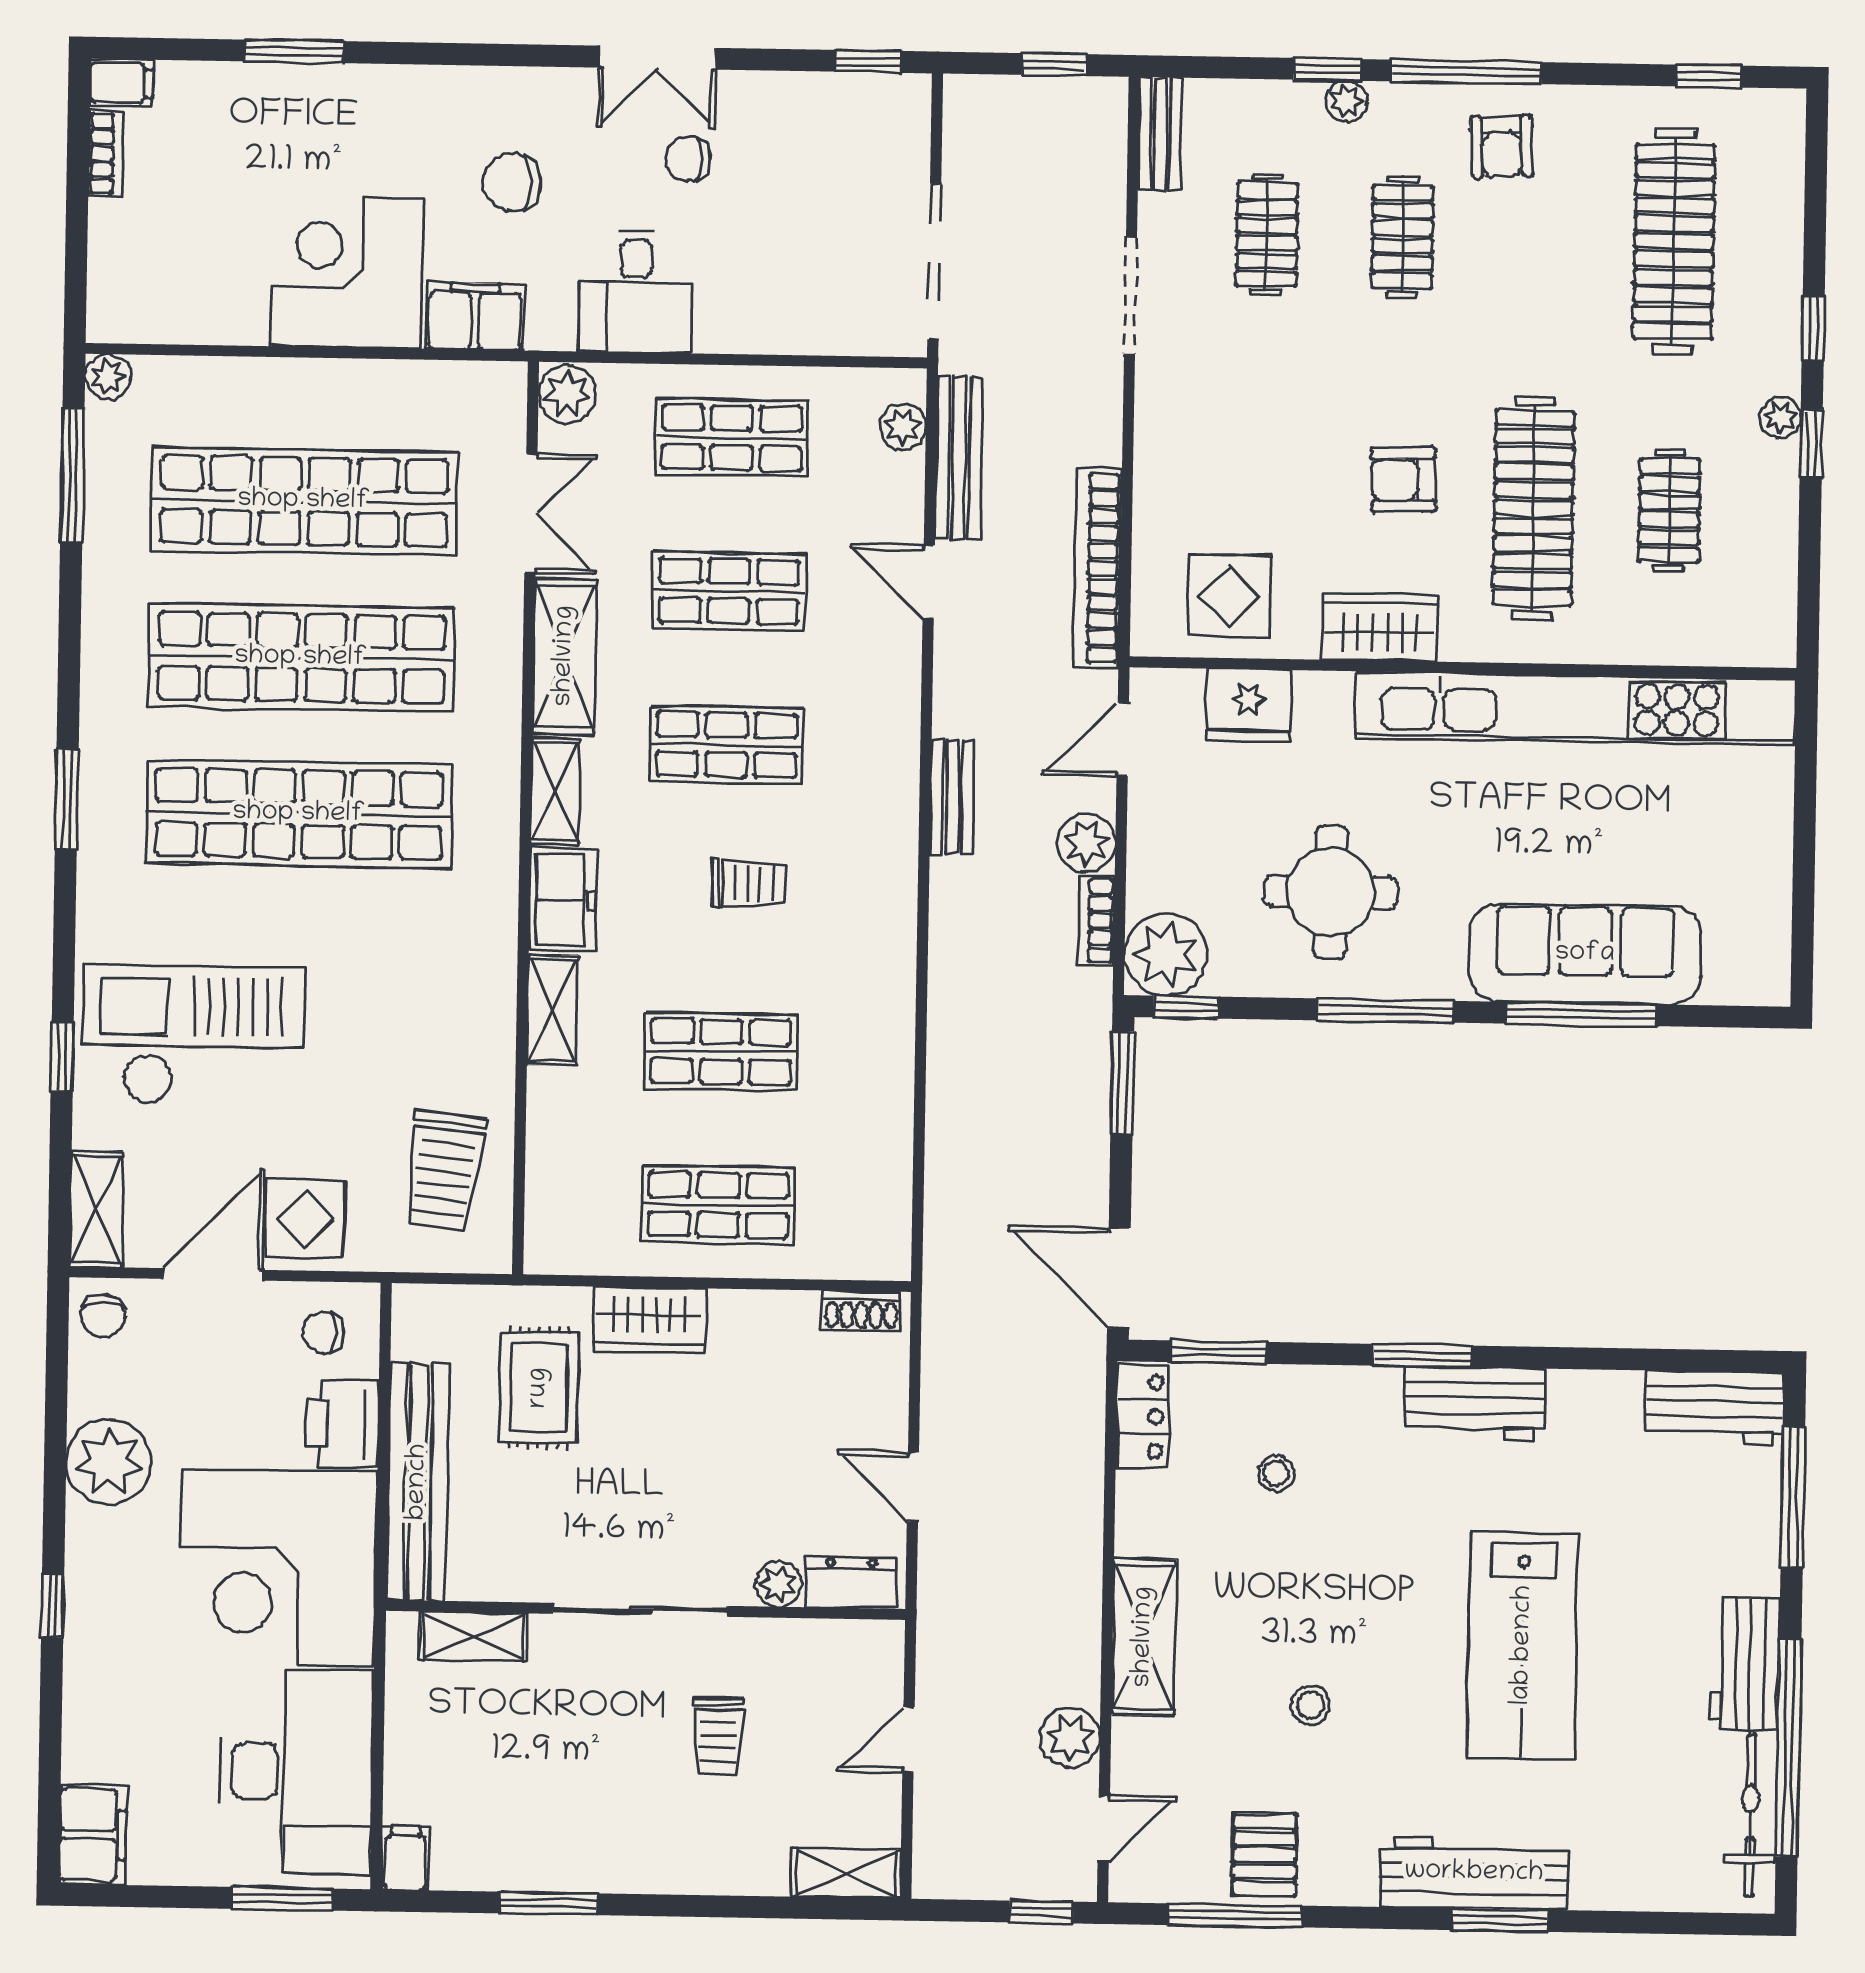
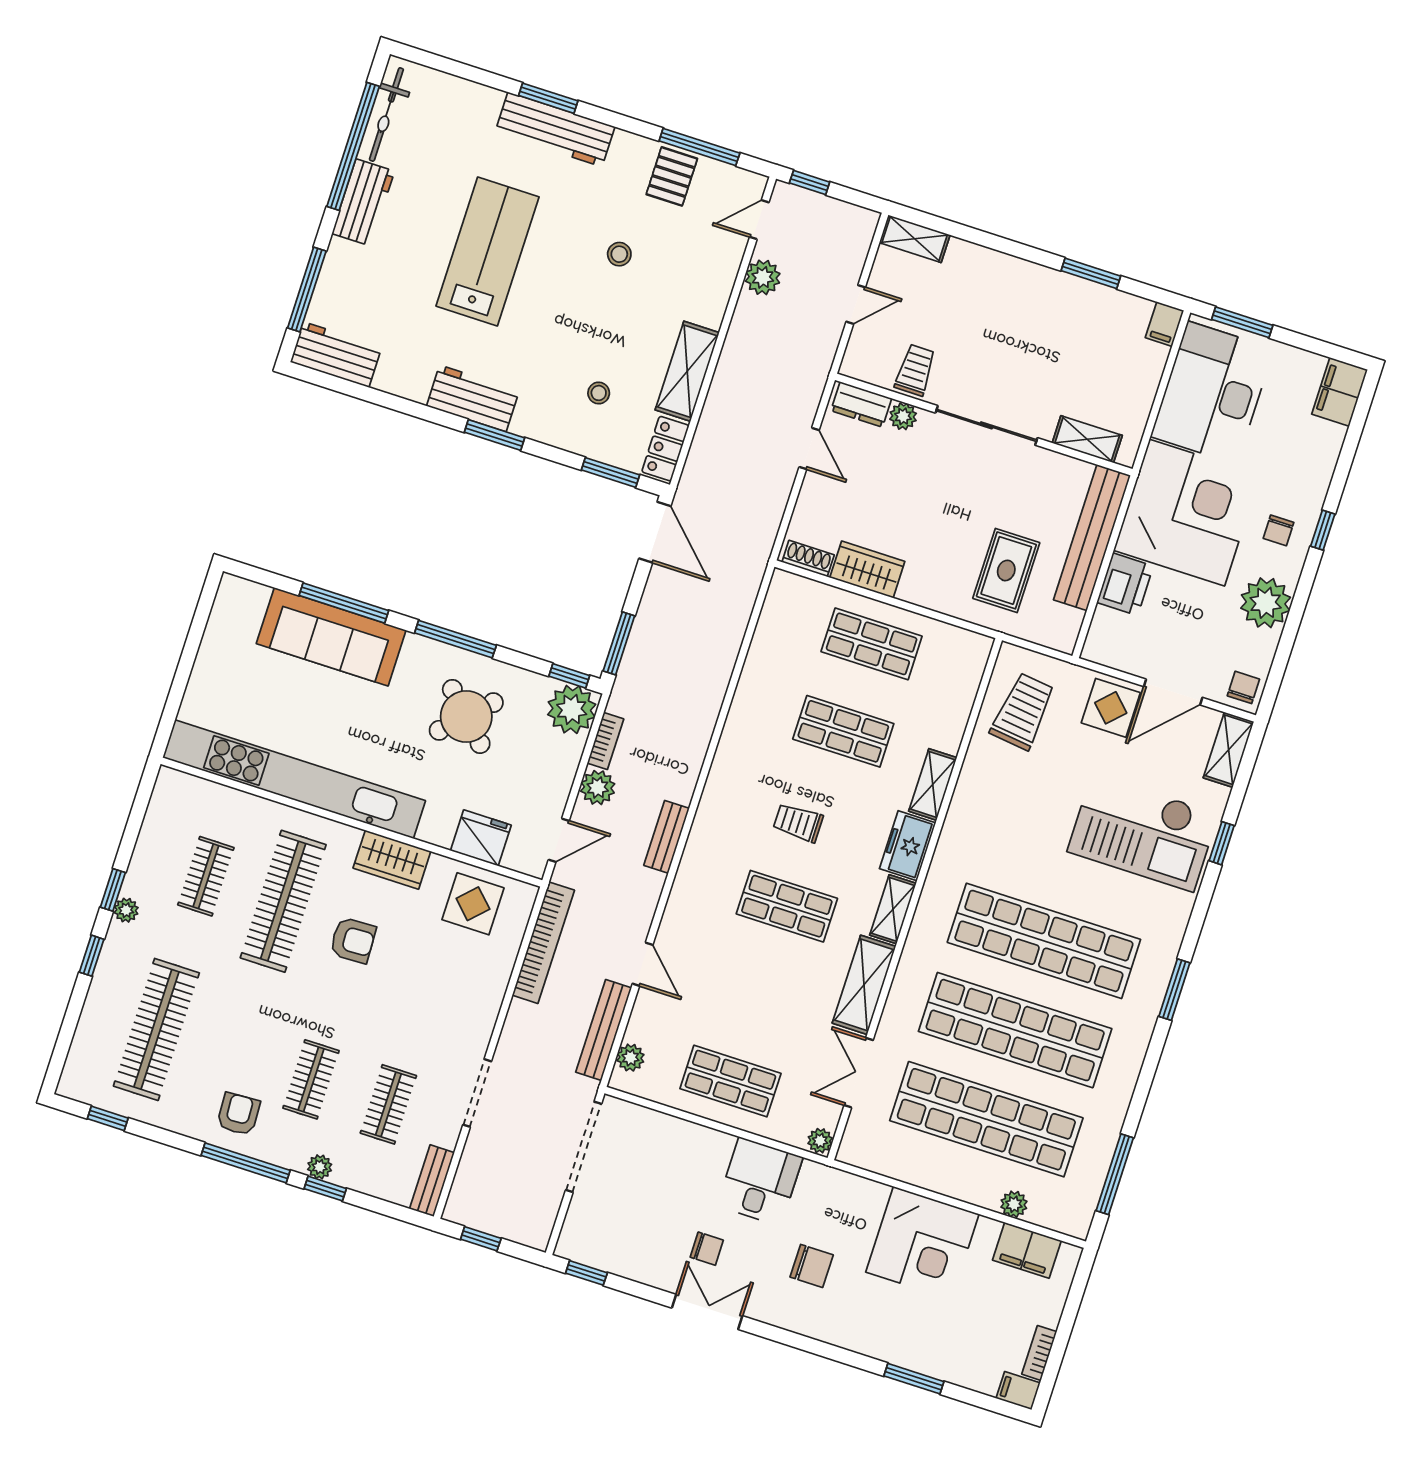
filing cabinet: (475, 316) -> (1027, 1250), moved
plant: (108, 377) -> (1014, 1204), moved
plant: (567, 394) -> (820, 1141), width x0.73, depth x0.73
shop shelf: (729, 591) -> (759, 994), removed
round table: (1331, 892) -> (466, 716), turned 45
wardrobe: (650, 1320) -> (867, 570), moved
chair: (323, 1333) -> (1279, 530), moved, turned 90
shelving: (1144, 1637) -> (687, 371), moved
trolley: (718, 1737) -> (915, 370), moved

